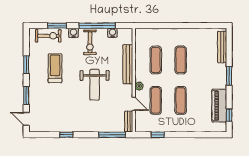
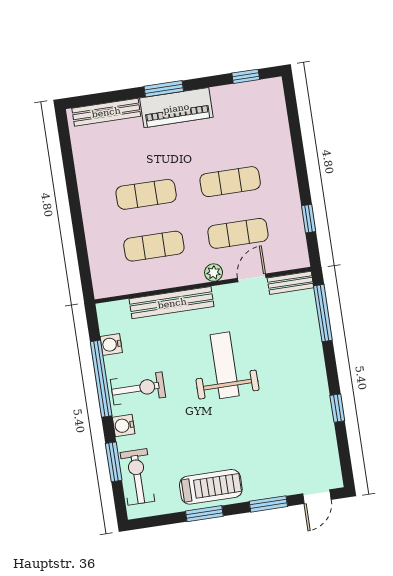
treadmill: (55, 68) -> (211, 487), moved, turned 180
weight bench: (95, 85) -> (225, 365), turned -90
piano: (219, 106) -> (176, 108), moved

